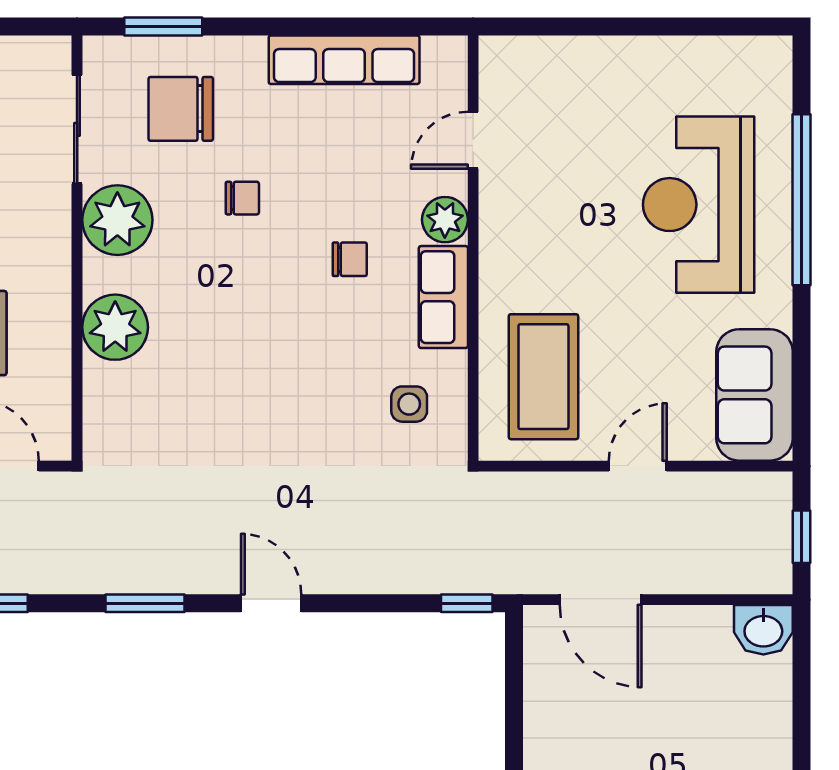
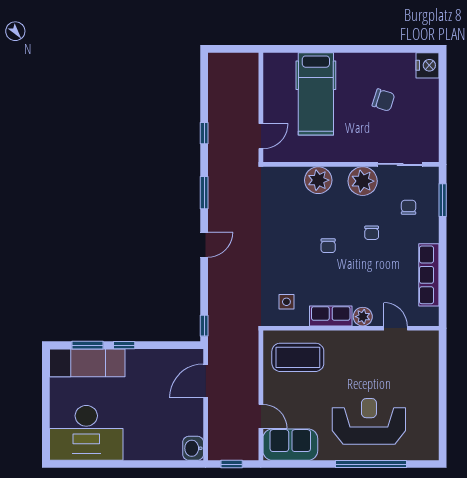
chair: (181, 109) -> (409, 207), width x0.54, depth x0.54
chair: (350, 259) -> (328, 246), moved
door: (638, 466) -> (261, 416), moved

